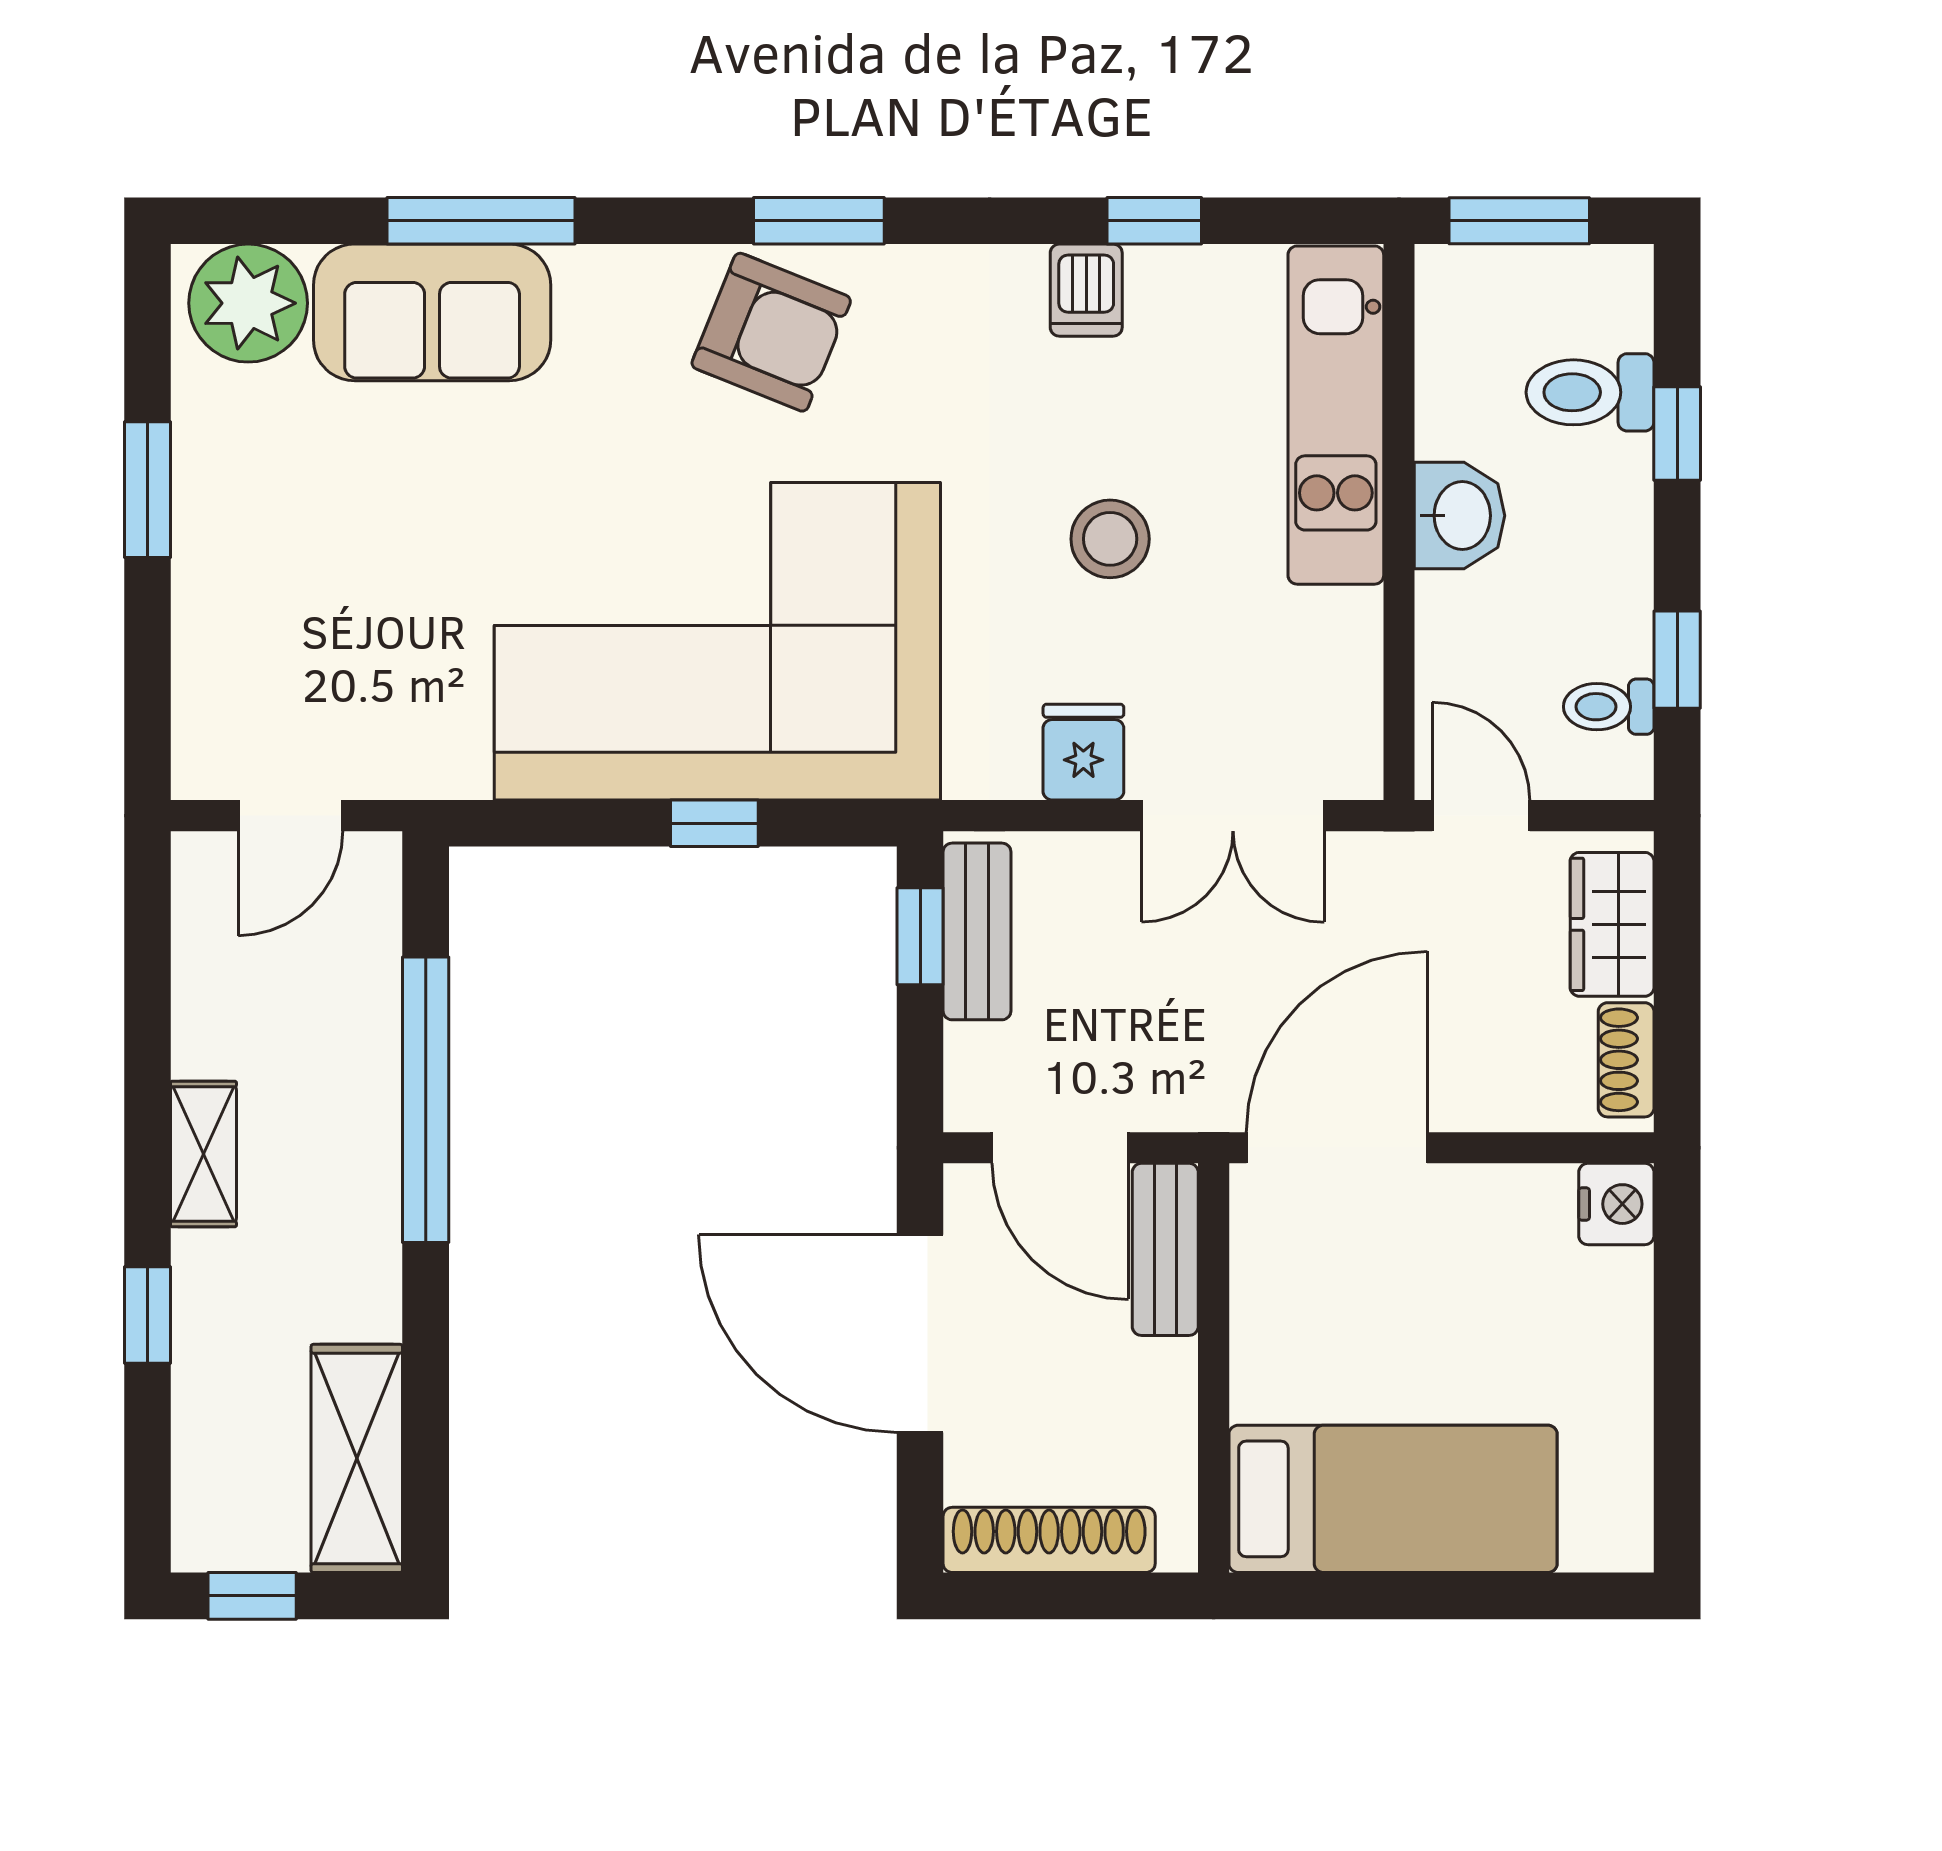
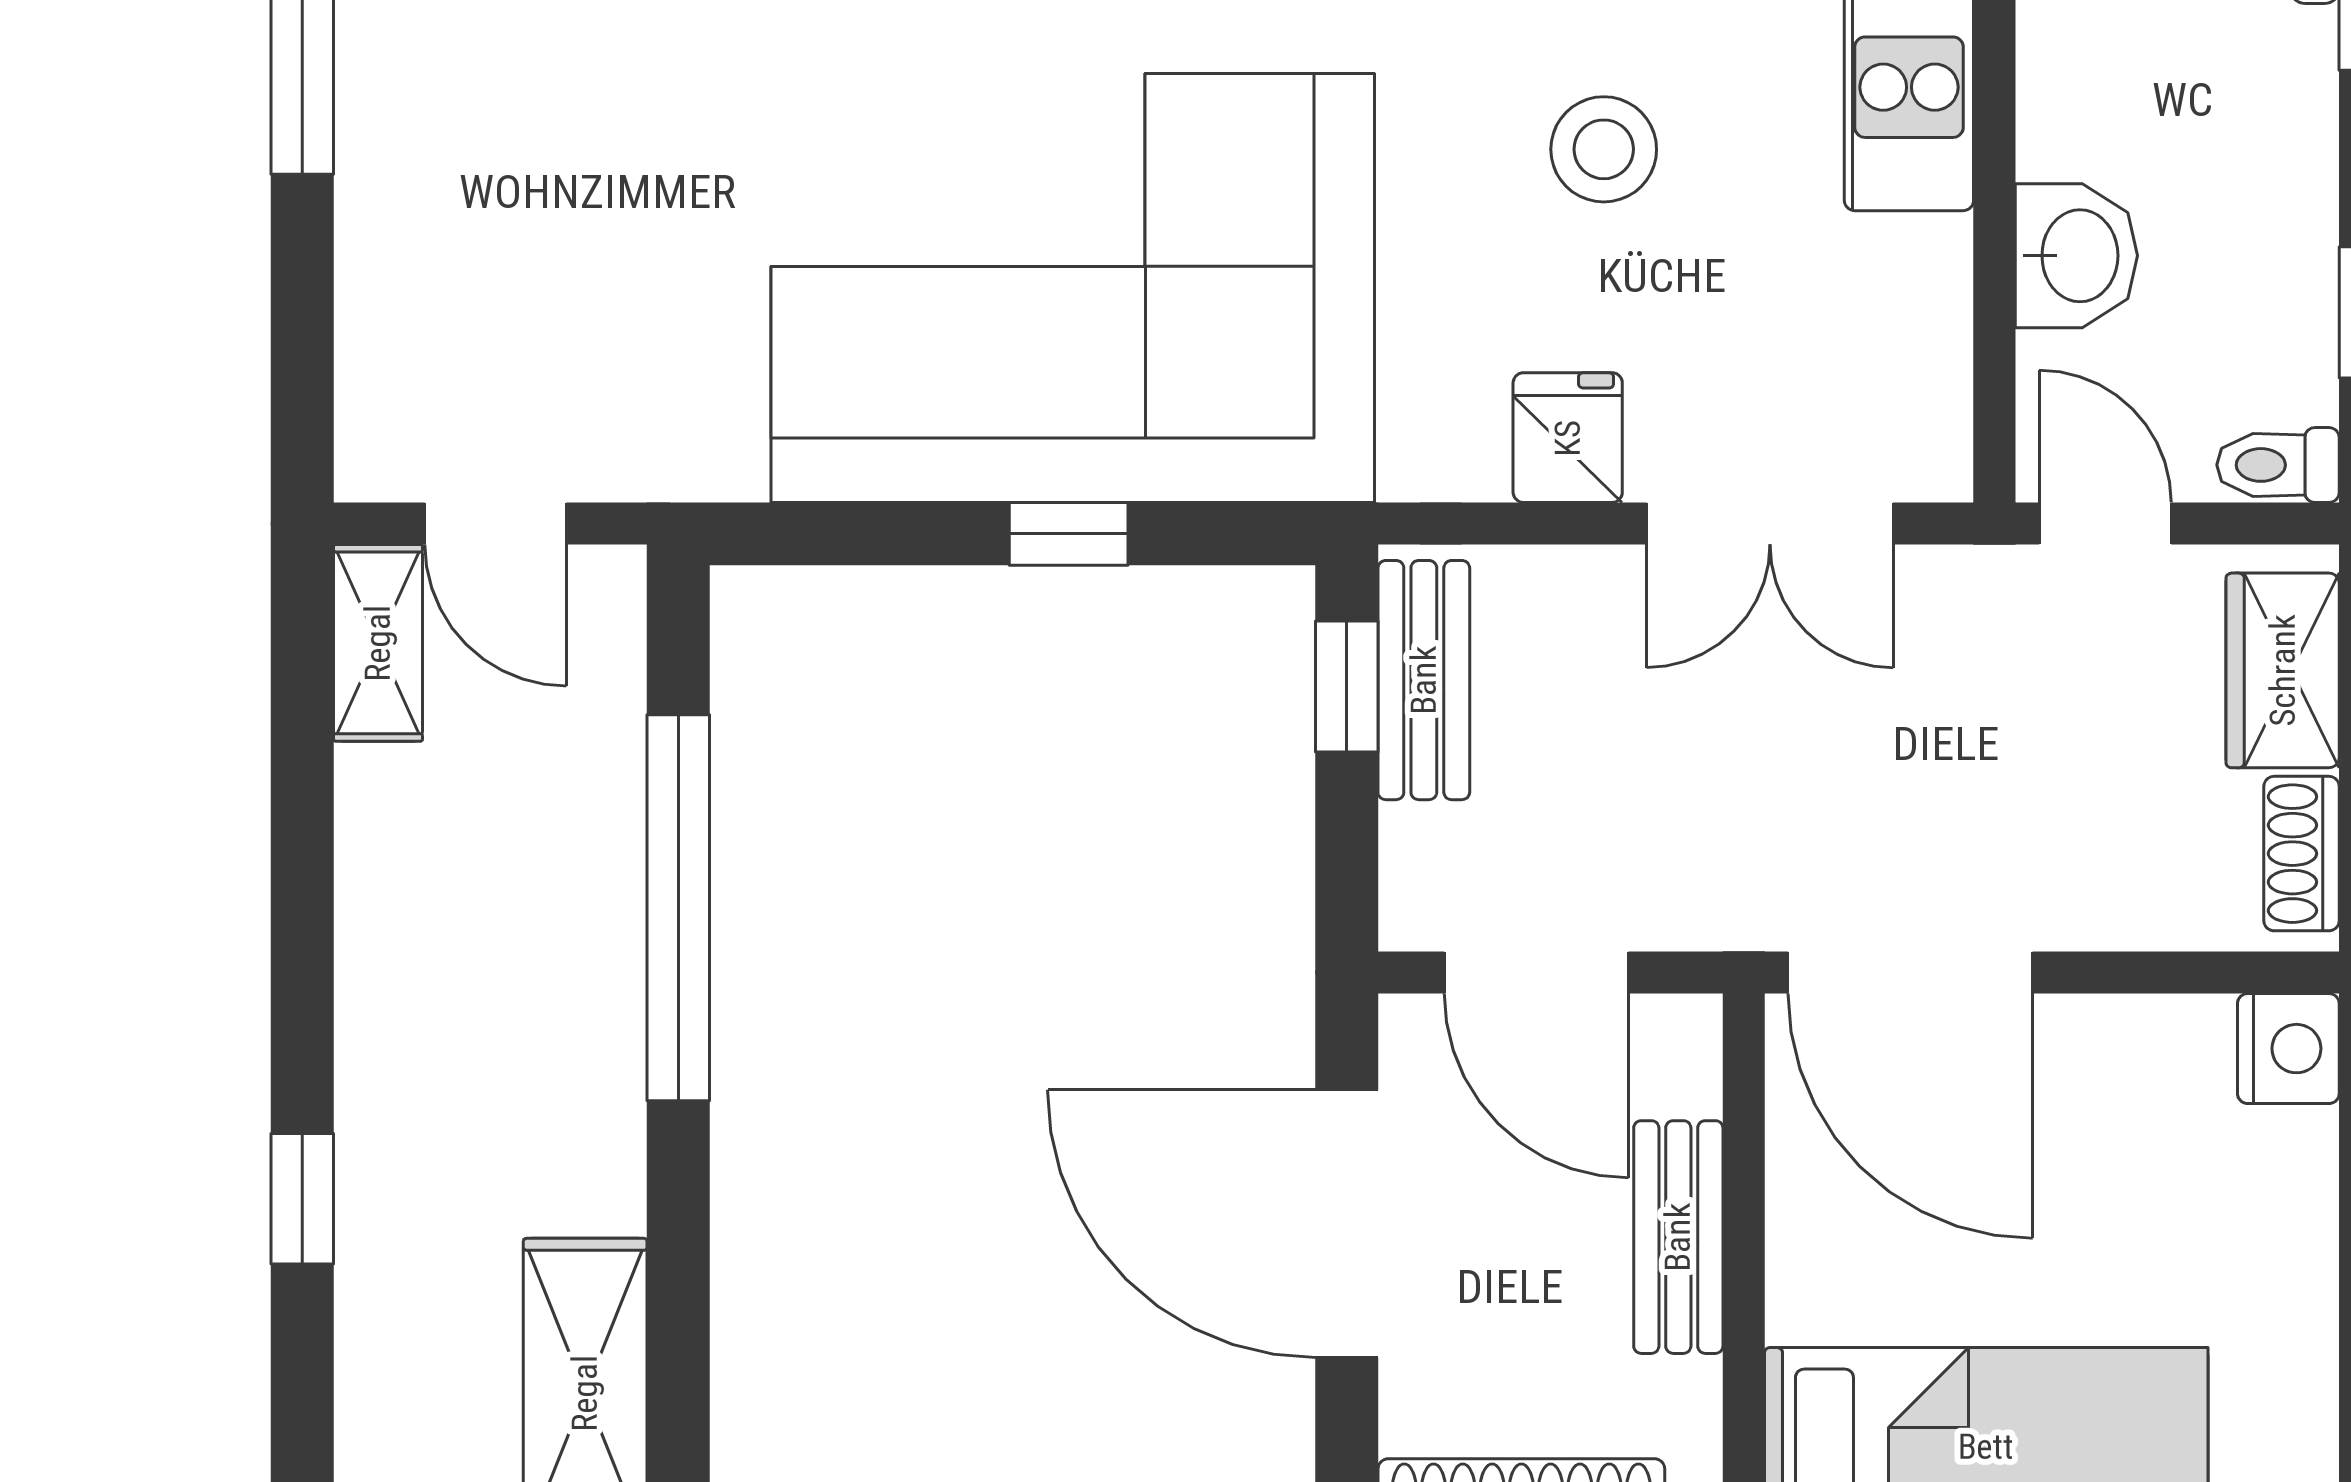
washbasin: (1460, 516) -> (2076, 256), moved
toilet: (1609, 707) -> (2278, 465), moved
door: (290, 816) -> (495, 523), hinge flipped
door: (1337, 1148) -> (1910, 973), swing flipped
shelving: (203, 1154) -> (378, 643), moved
bench: (1165, 1249) -> (1678, 1237), moved

